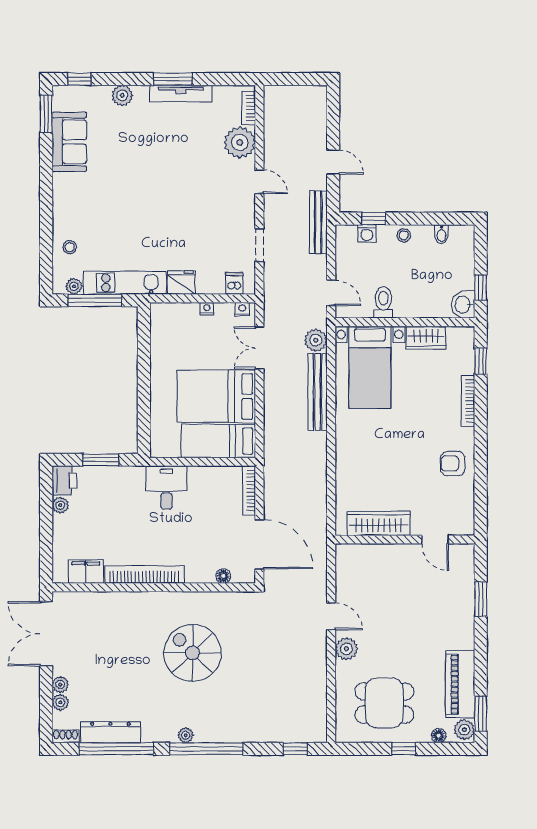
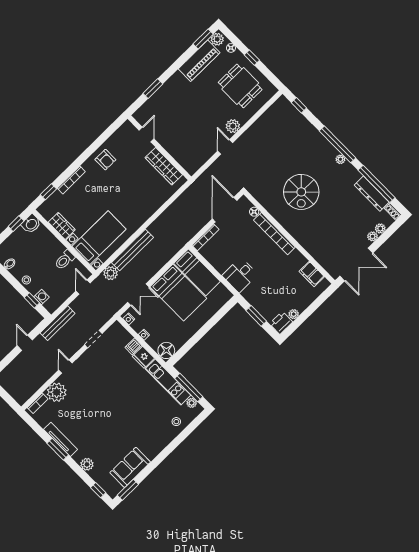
dishwasher: (234, 283) -> (133, 346), moved
floor lamp: (163, 317) -> (166, 350), added
bookcase: (145, 574) -> (274, 234), moved

